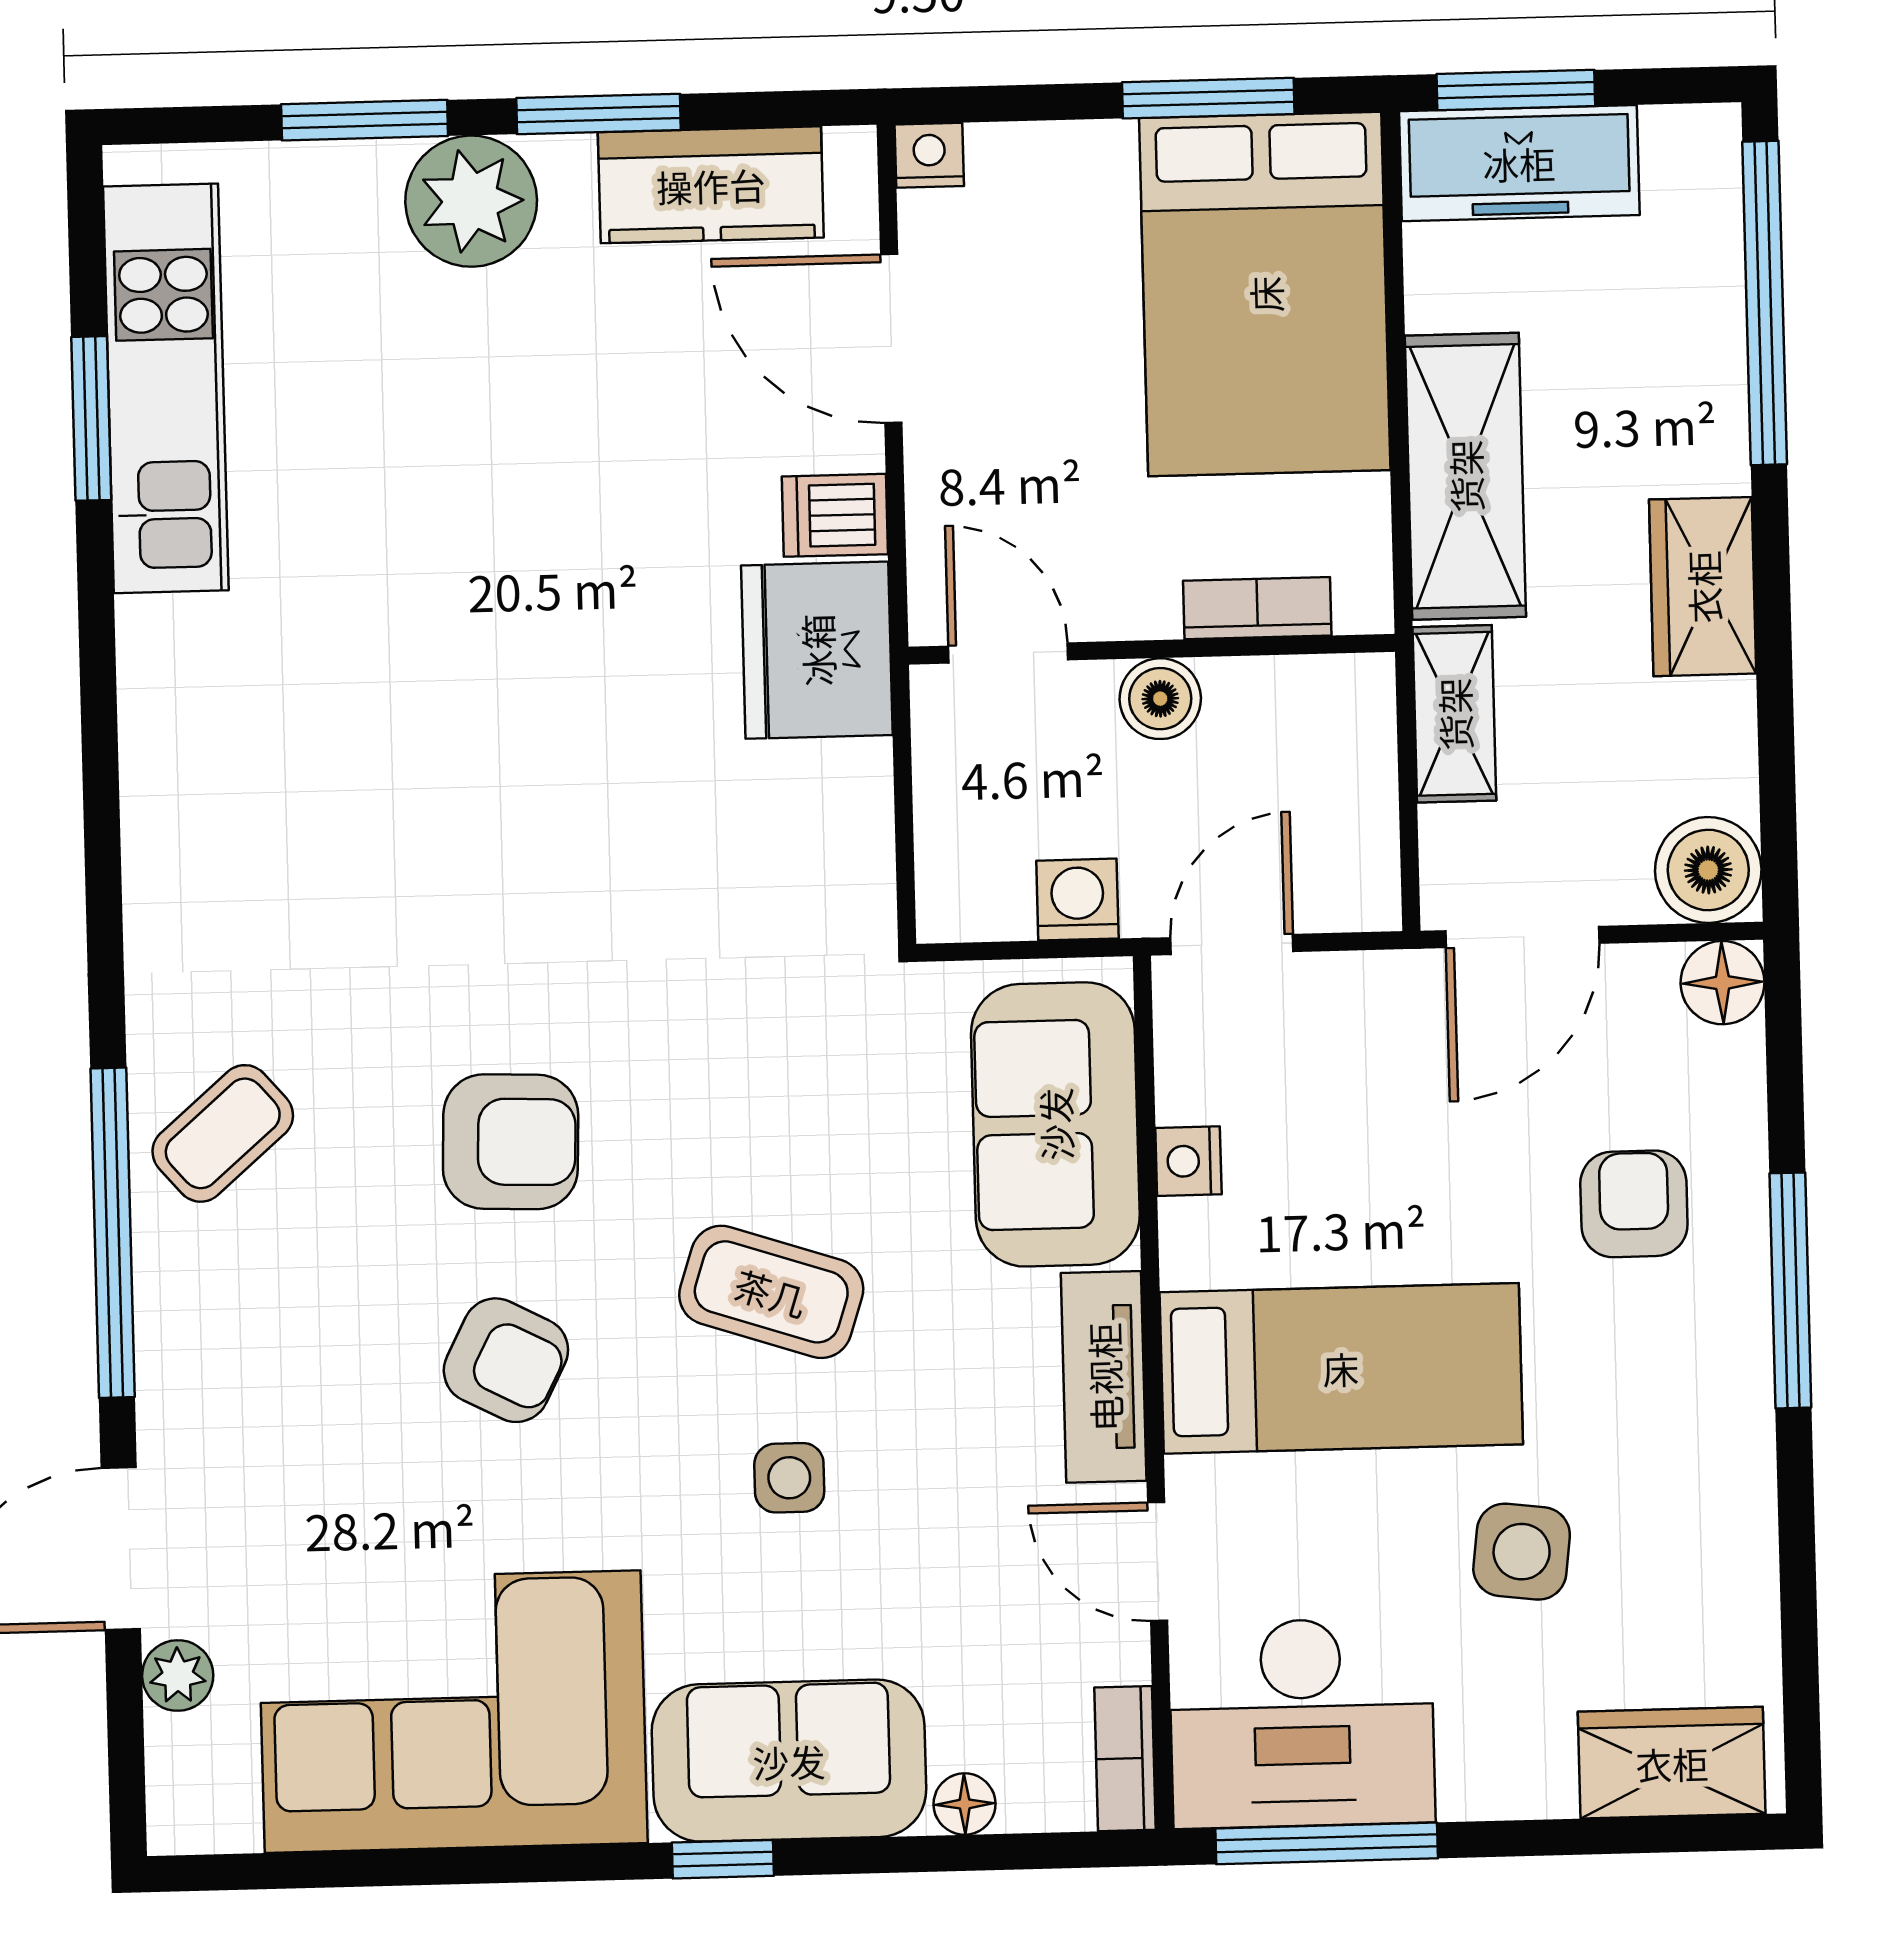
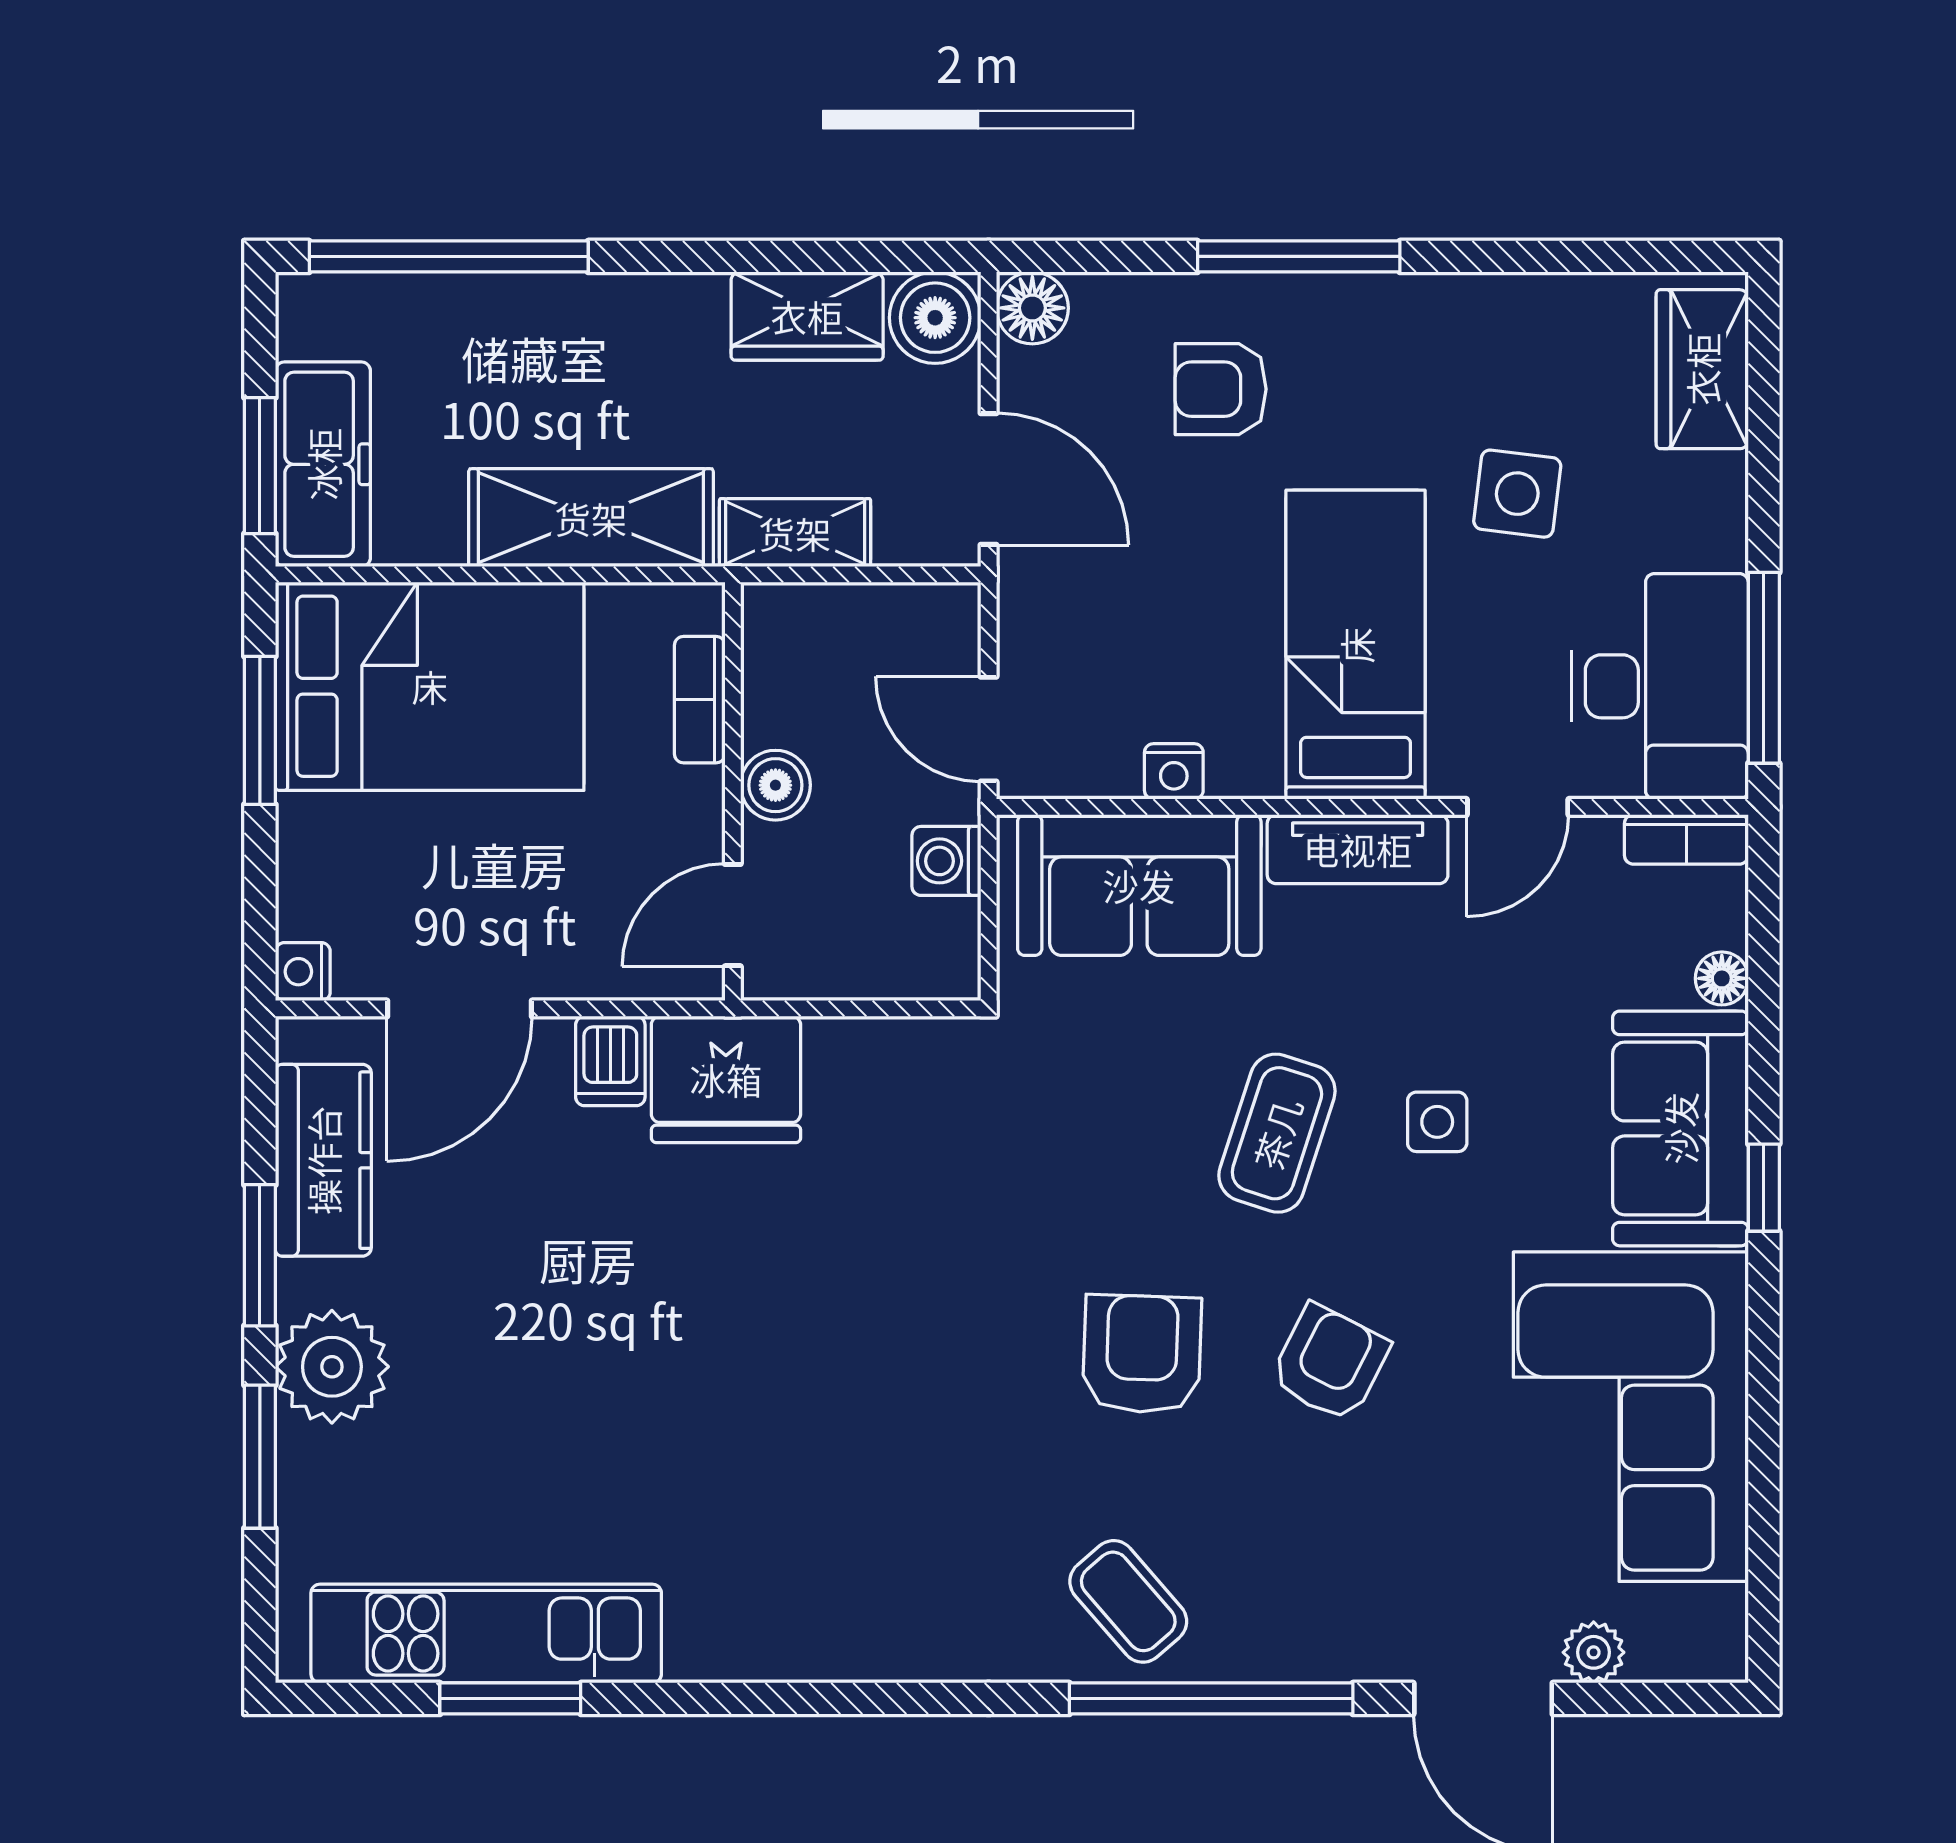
wardrobe: (1703, 587) -> (807, 316), moved

